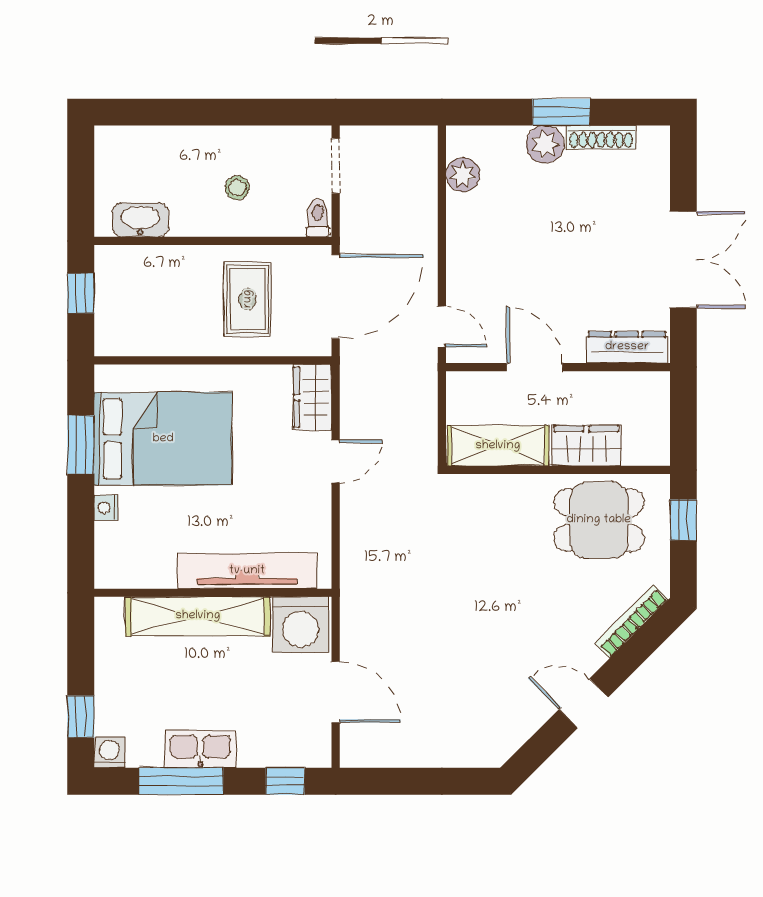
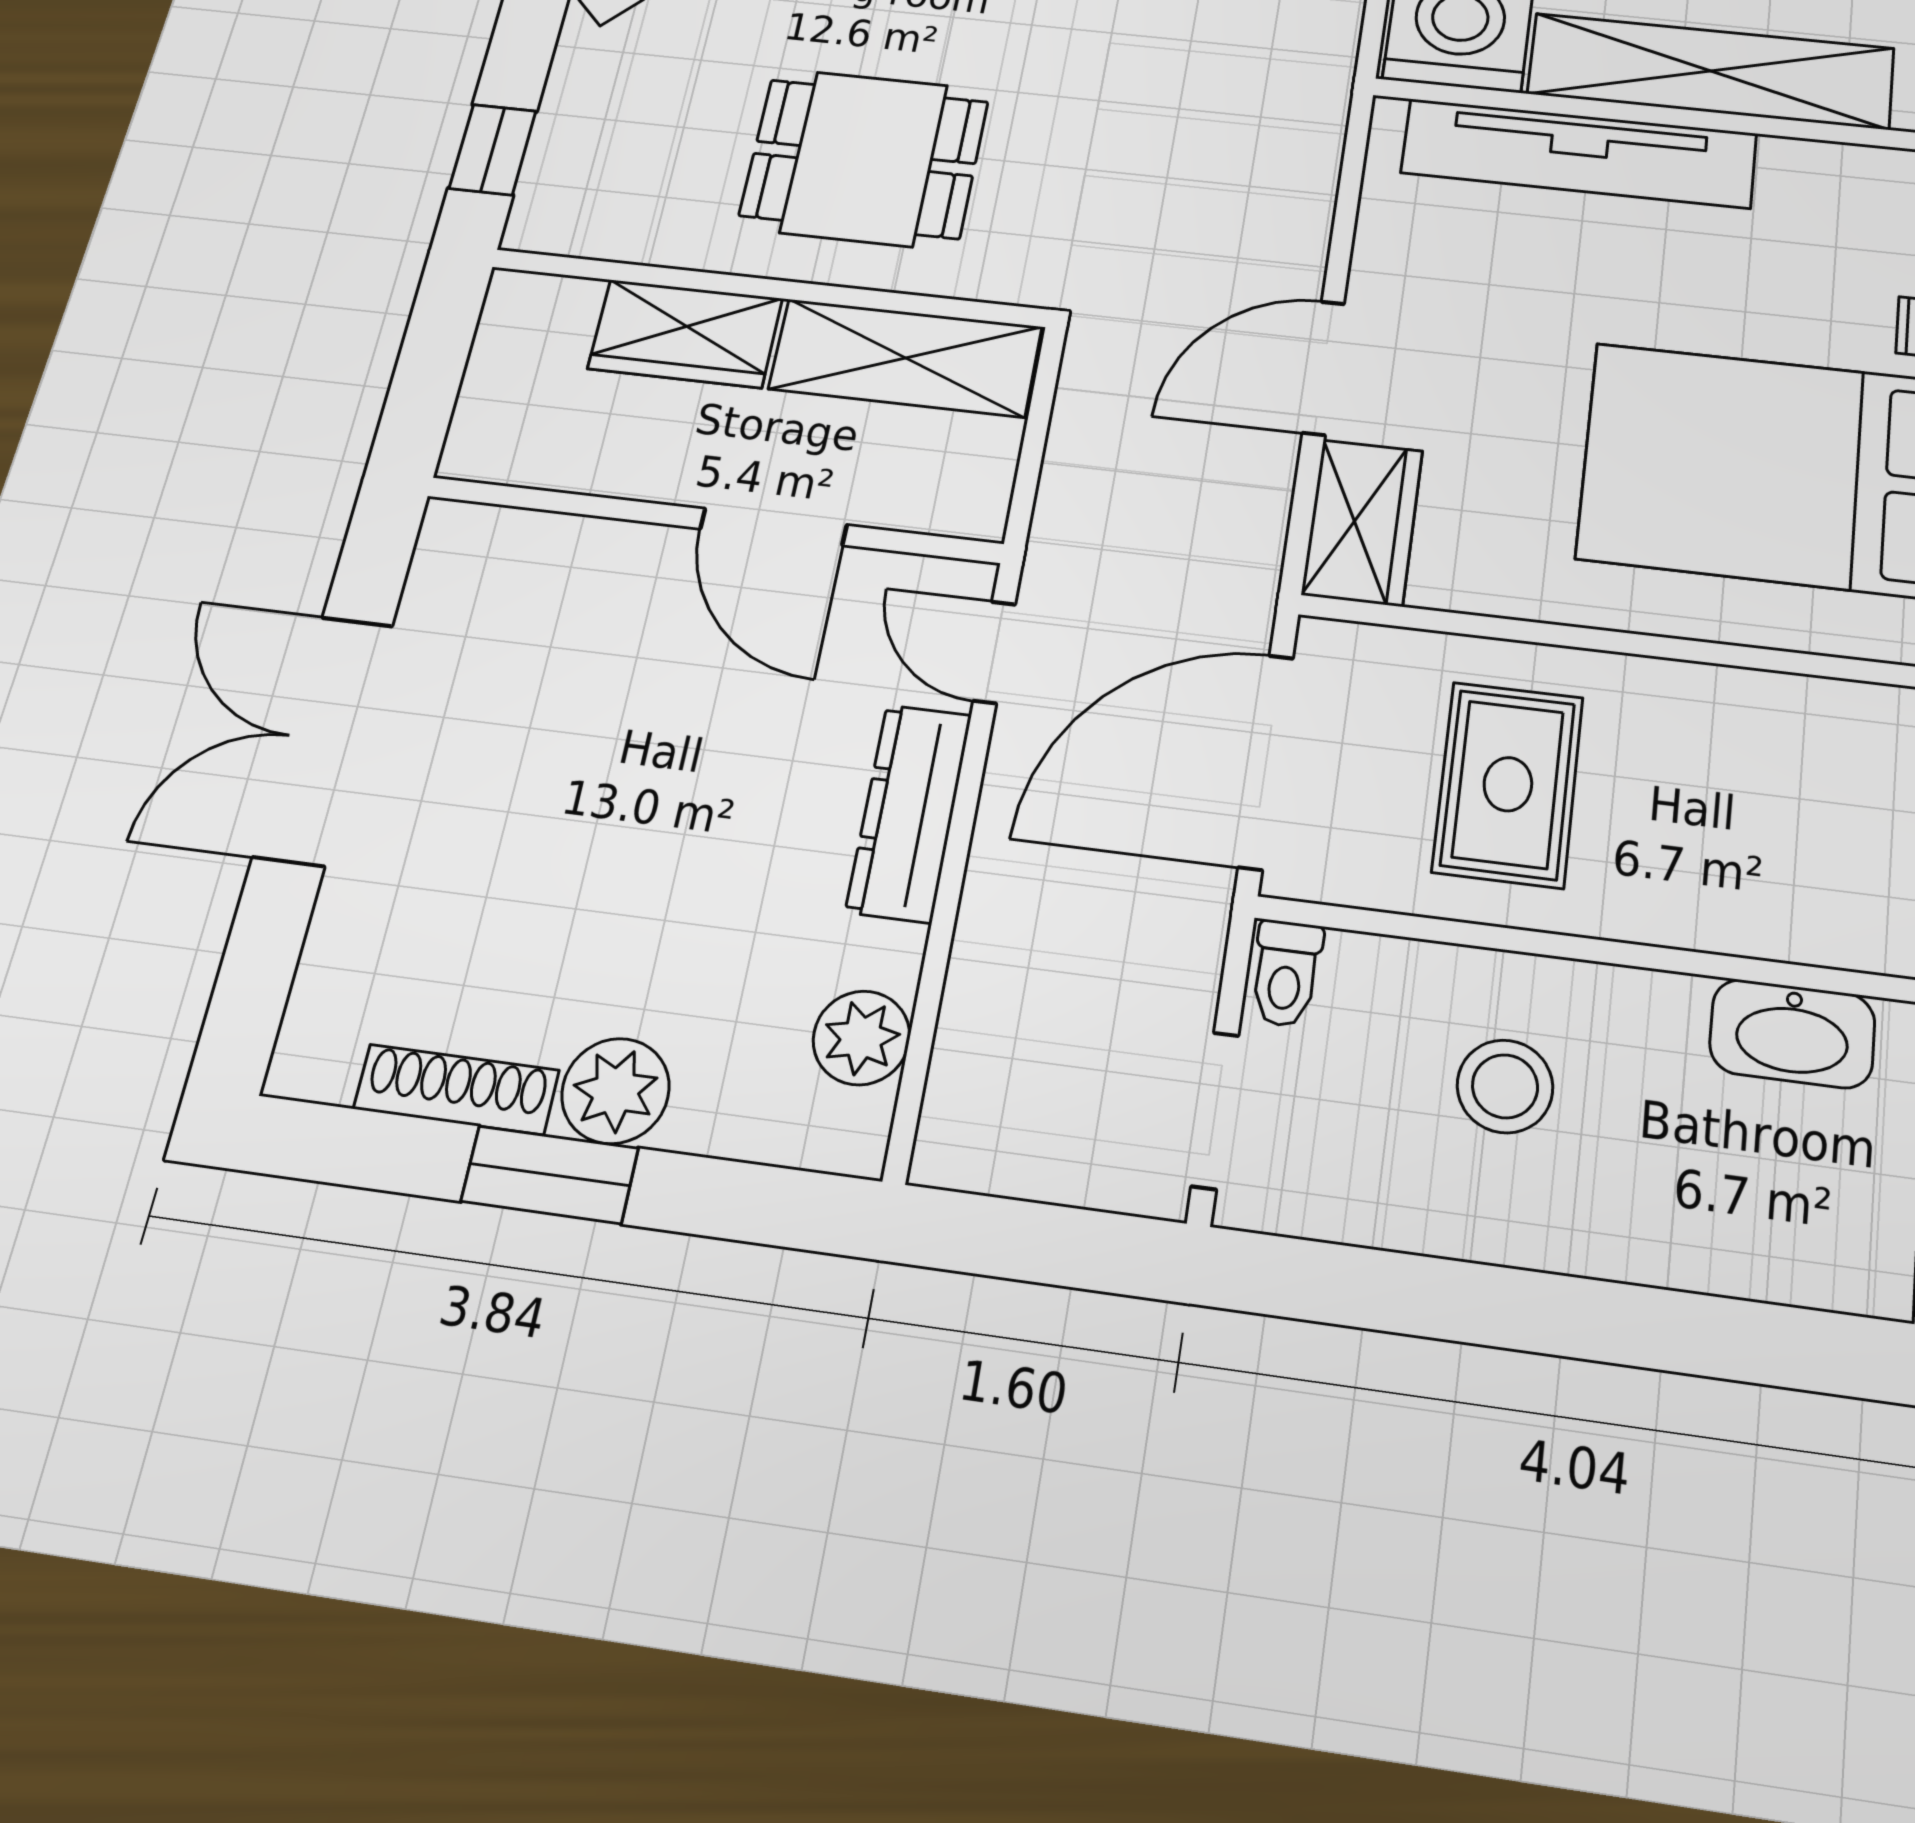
stool: (237, 188) -> (1505, 1086), width x1.37, depth x1.37
dresser: (627, 347) -> (909, 813), moved, turned 90
door: (336, 461) -> (1323, 368), width x1.38
dining table: (599, 520) -> (864, 159), moved

